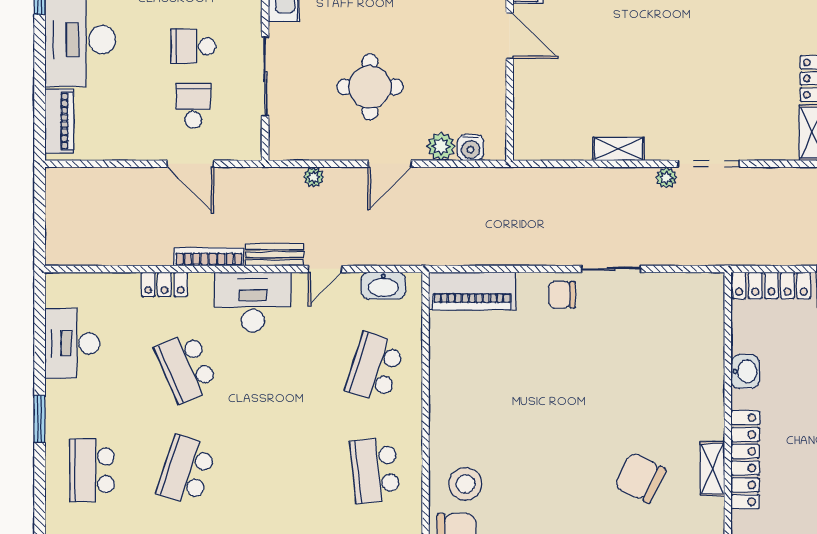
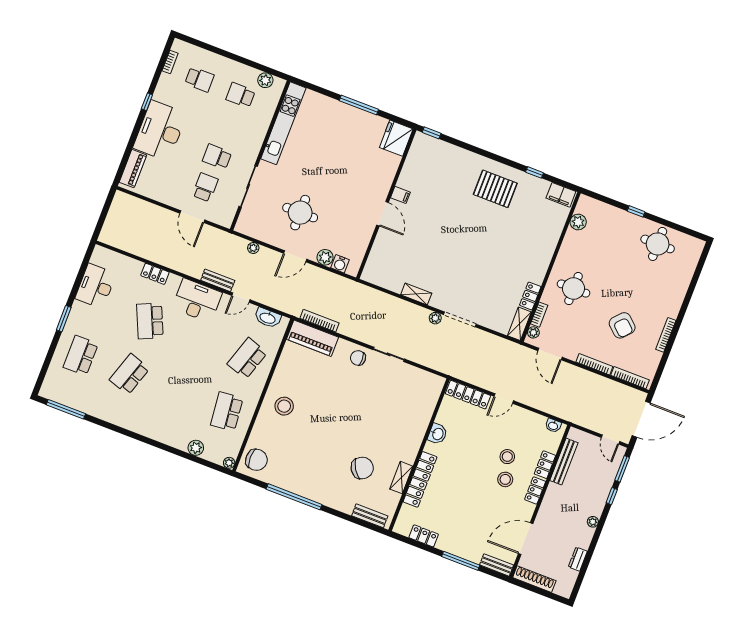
bookcase: (209, 257) -> (320, 321), moved
chair: (640, 478) -> (362, 468), turned 121
stool: (465, 484) -> (284, 406), moved

